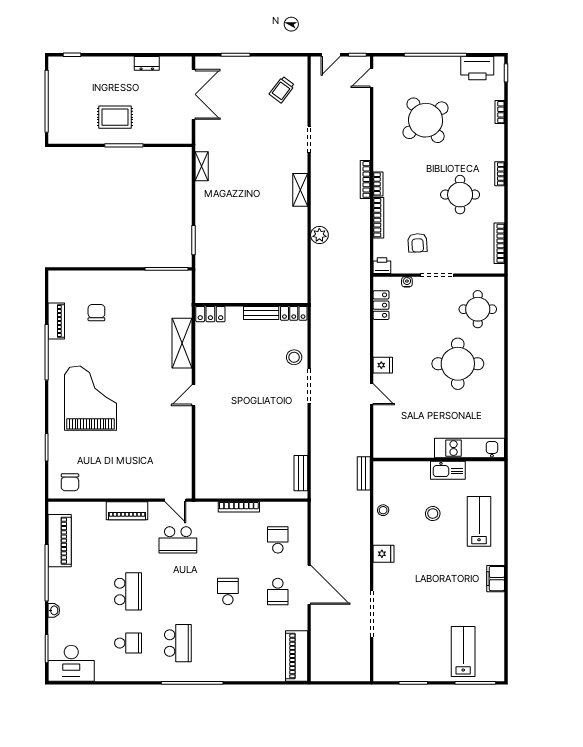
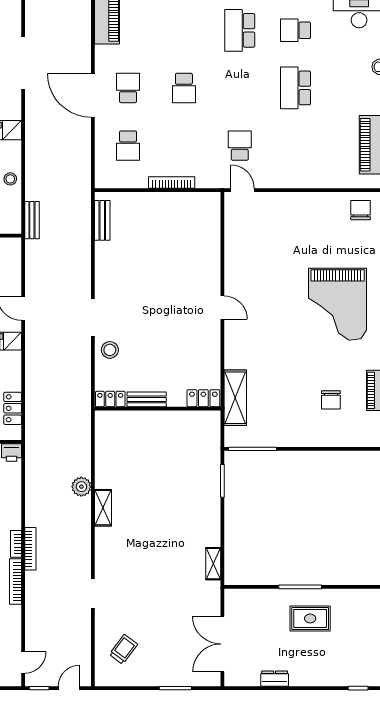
shelving: (300, 190) -> (103, 508), moved
bookcase: (378, 218) -> (15, 582), moved
shelving: (182, 343) -> (235, 398), moved
door: (194, 395) -> (222, 308), hinge flipped
piano: (127, 511) -> (297, 178), removed
school desk: (178, 540) -> (240, 146), width x0.54

